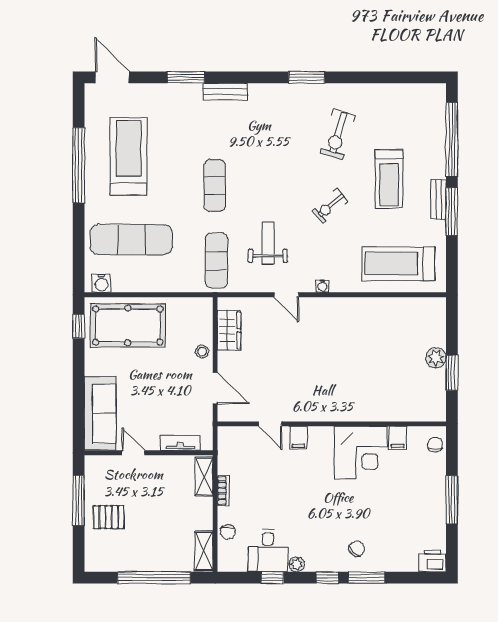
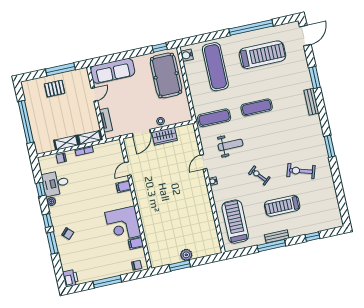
window: (452, 139) -> (313, 237), width x0.32
wardrobe: (229, 330) -> (165, 136), moved
pallet: (109, 517) -> (55, 89), turned 90
shelving: (204, 551) -> (66, 143), moved

